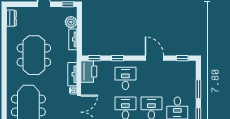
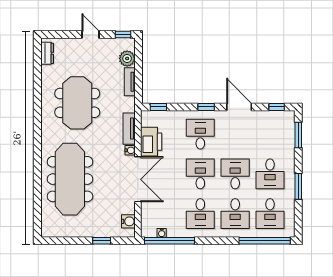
window: (117, 58) -> (206, 107), moved
printer: (89, 72) -> (151, 142), moved
window: (198, 89) -> (298, 135), moved

